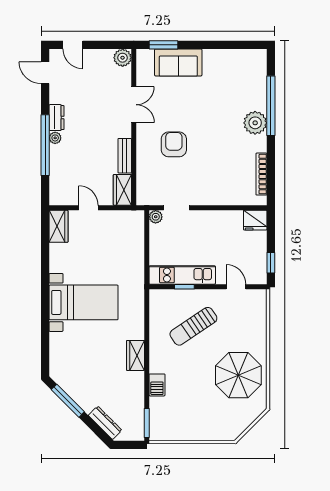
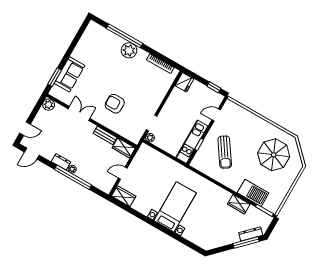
wardrobe: (135, 355) -> (239, 204), moved
parasol: (238, 375) -> (274, 155), moved
barbecue: (157, 385) -> (253, 193), width x1.88, depth x1.53
window: (68, 401) -> (246, 243), moved

